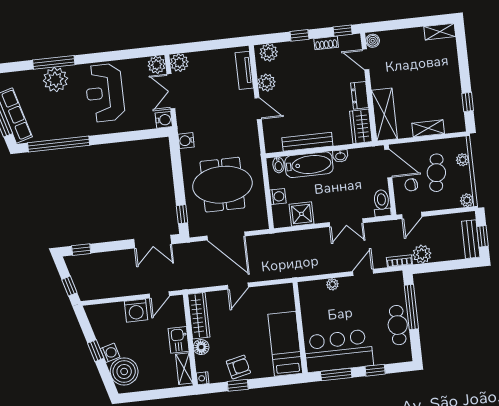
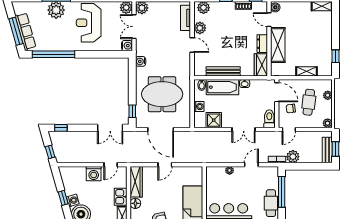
shelving: (384, 114) -> (278, 45), moved

